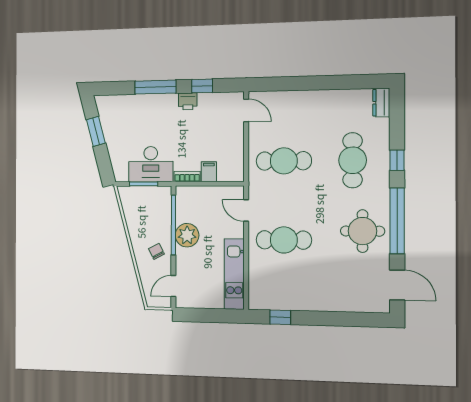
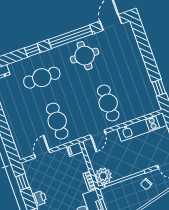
window: (202, 86) -> (23, 182), moved
door: (246, 110) -> (42, 154), moved
filing cabinet: (209, 172) -> (75, 149), moved
plant: (187, 235) -> (103, 176), moved

